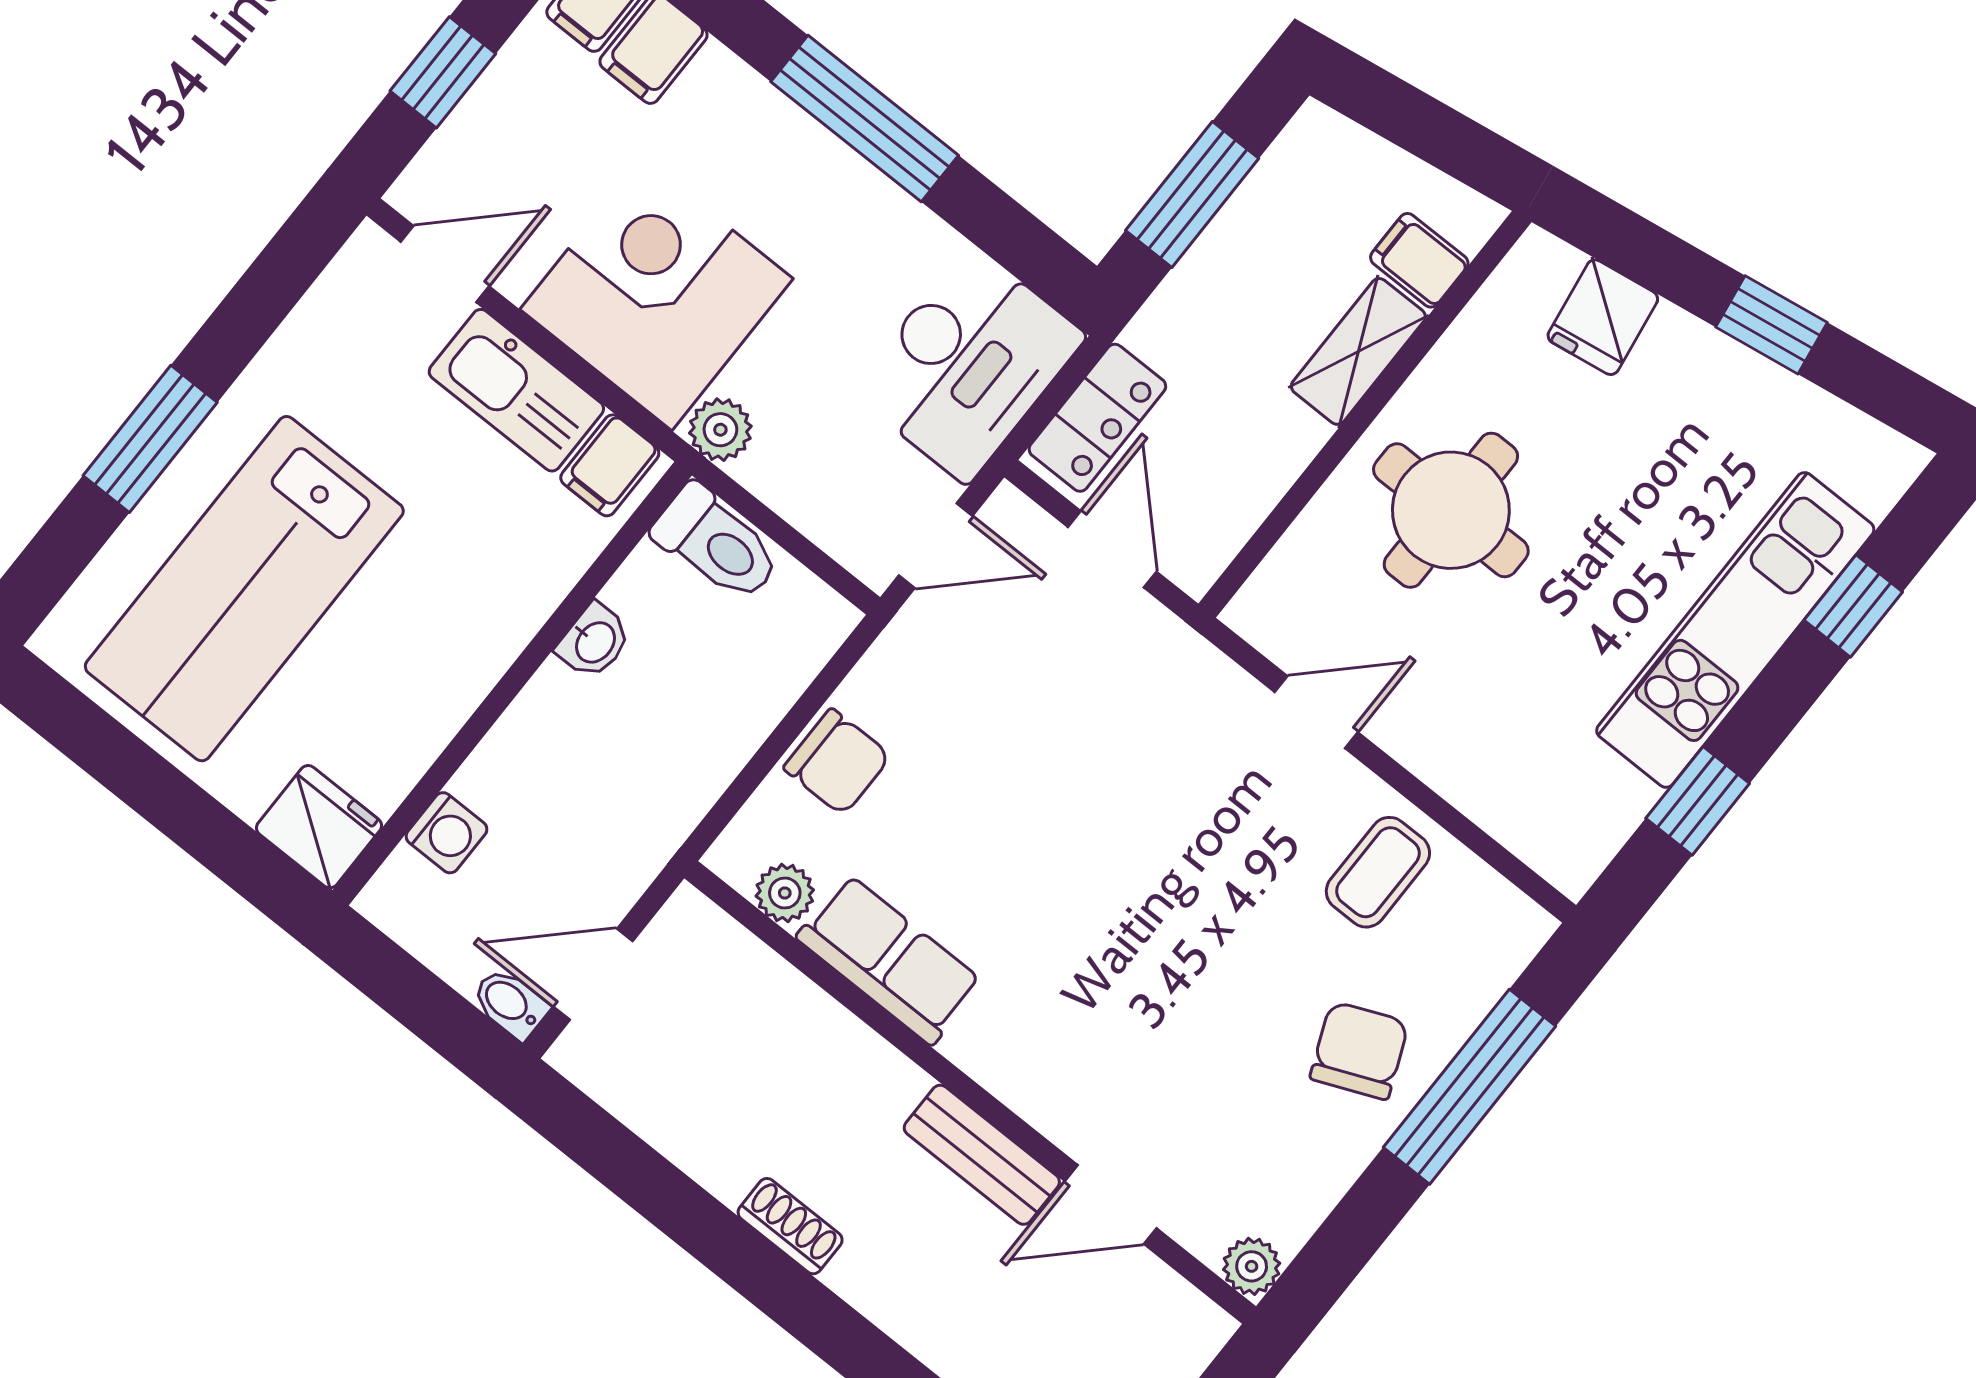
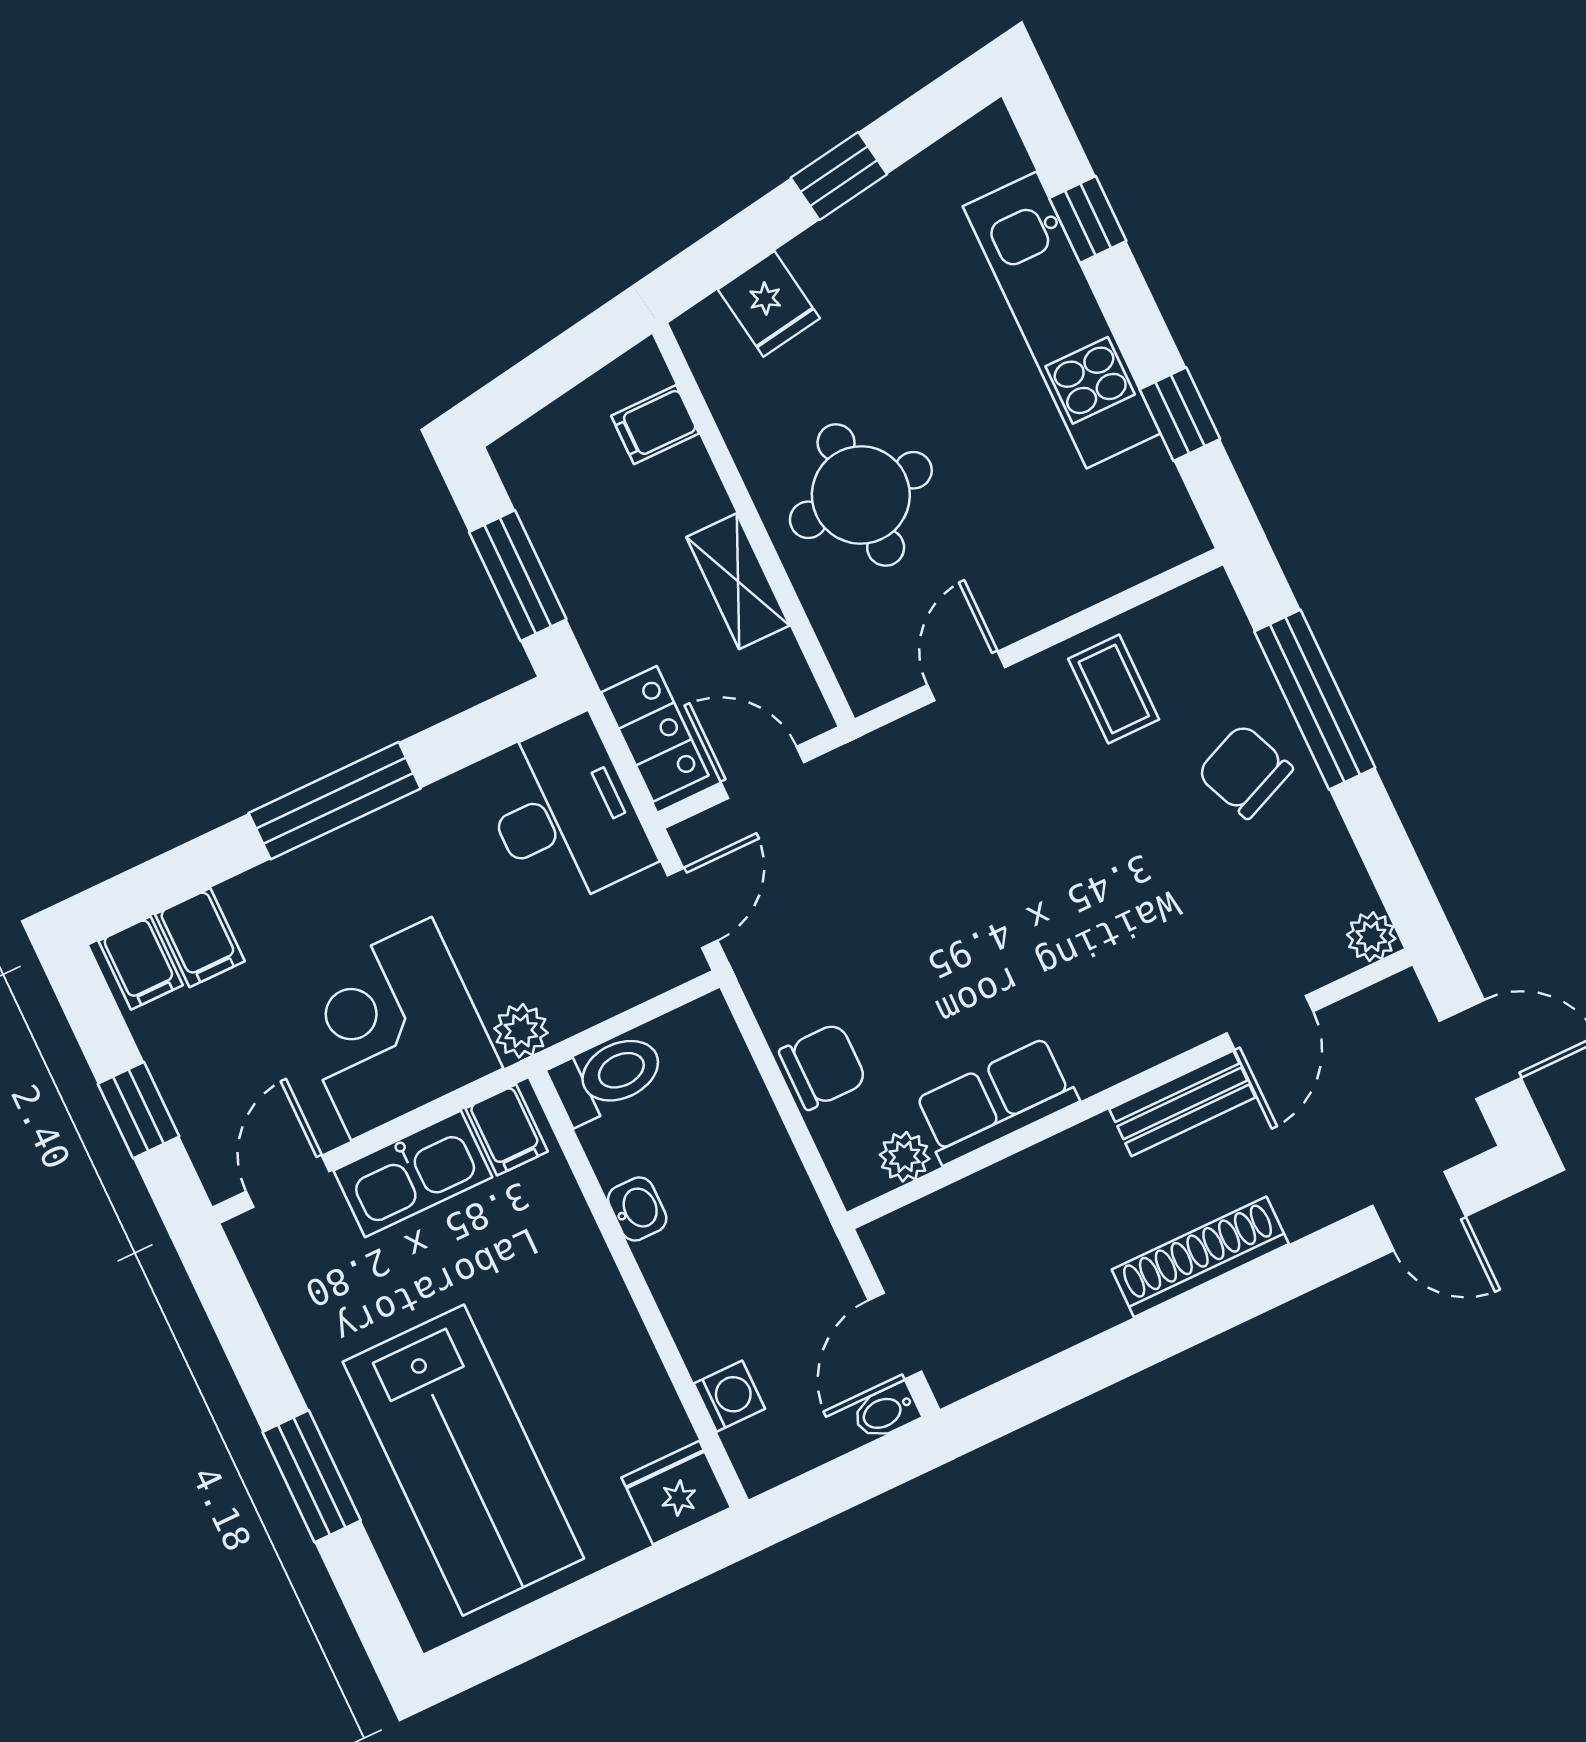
shelving: (1358, 351) -> (738, 581), moved
shoe rack: (790, 1226) -> (1200, 1257), width x1.94, depth x1.24

